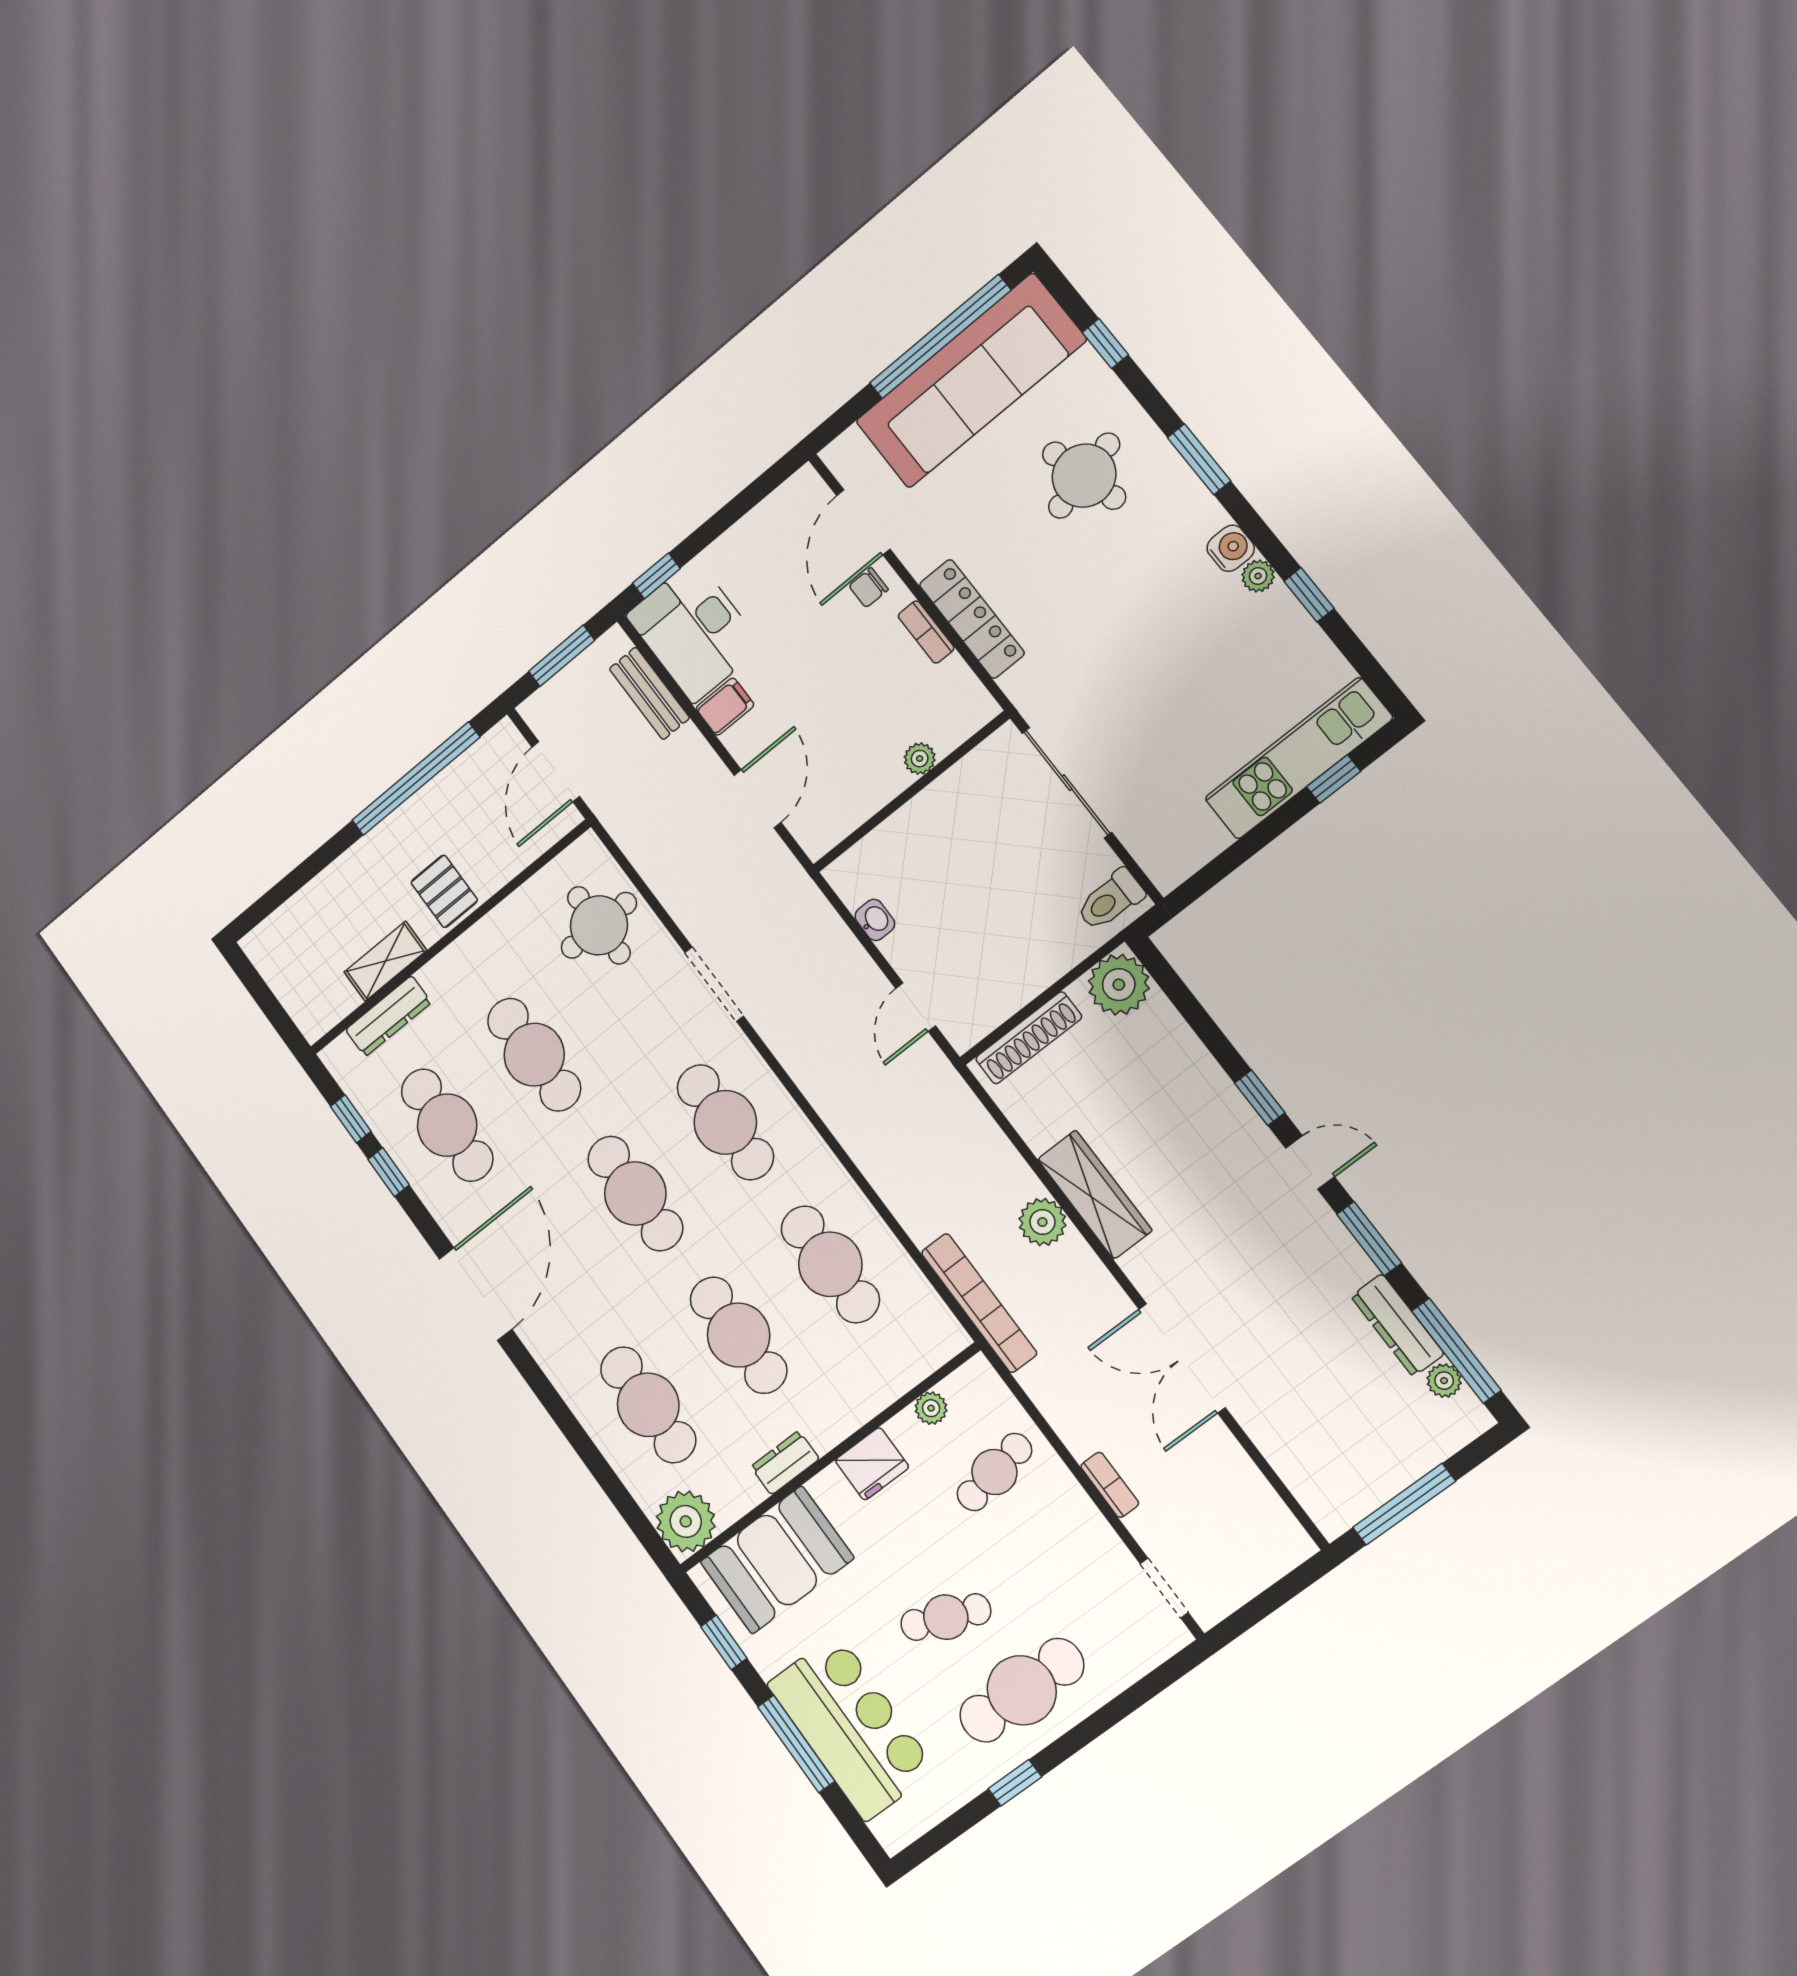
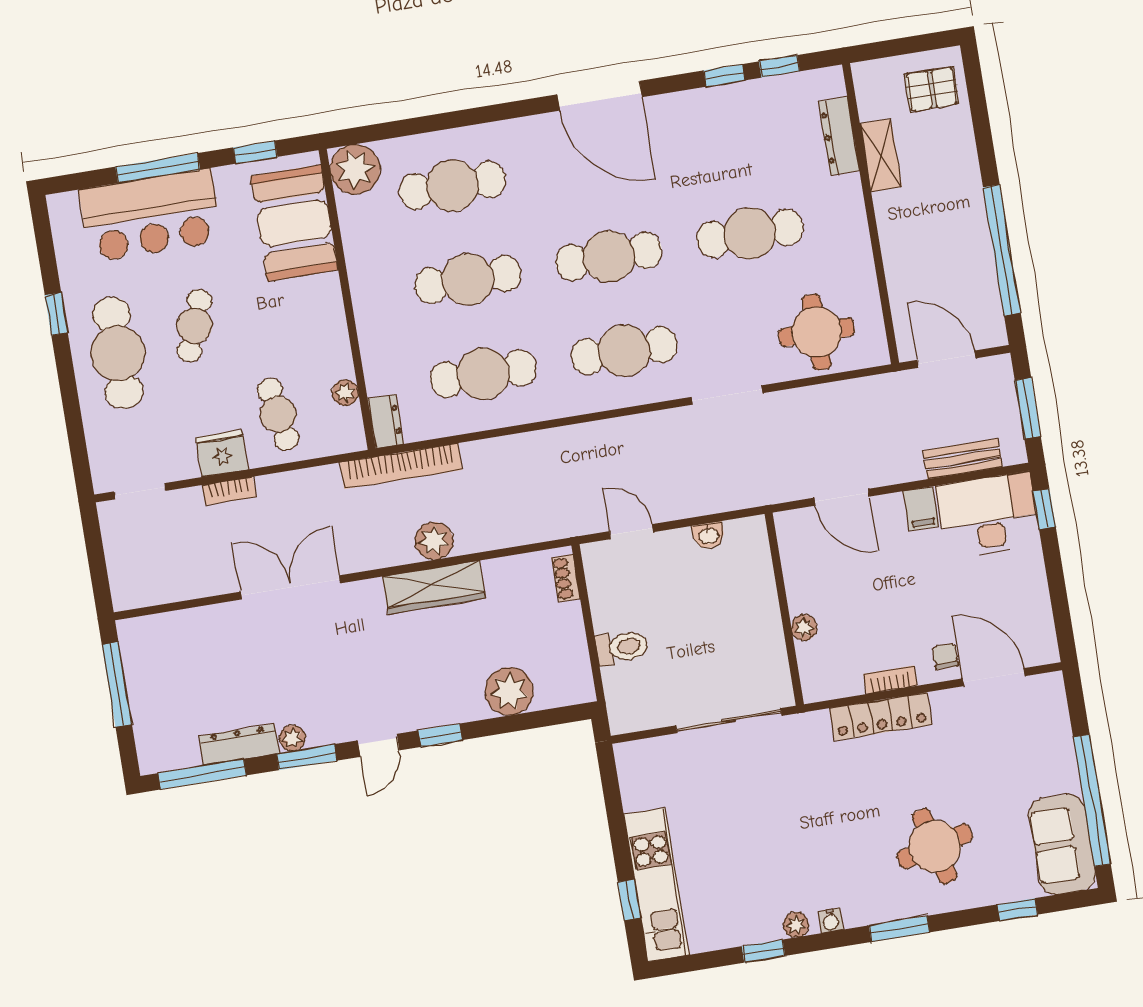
sofa: (971, 381) -> (1062, 844), width x0.54, depth x0.79
water cooler: (1231, 548) -> (831, 920), width x0.72, depth x0.72
pallet: (444, 891) -> (932, 89), moved
toilet: (1110, 900) -> (622, 647), moved, turned 90
plant: (1119, 985) -> (509, 691), moved
shoe rack: (1029, 1038) -> (566, 578), width x0.51, depth x0.81
cafe table: (447, 1125) -> (734, 139), removed
plant: (1444, 1381) -> (292, 738), moved
dresser: (785, 1463) -> (386, 421), moved
fridge: (872, 1464) -> (222, 453), moved, turned 90

